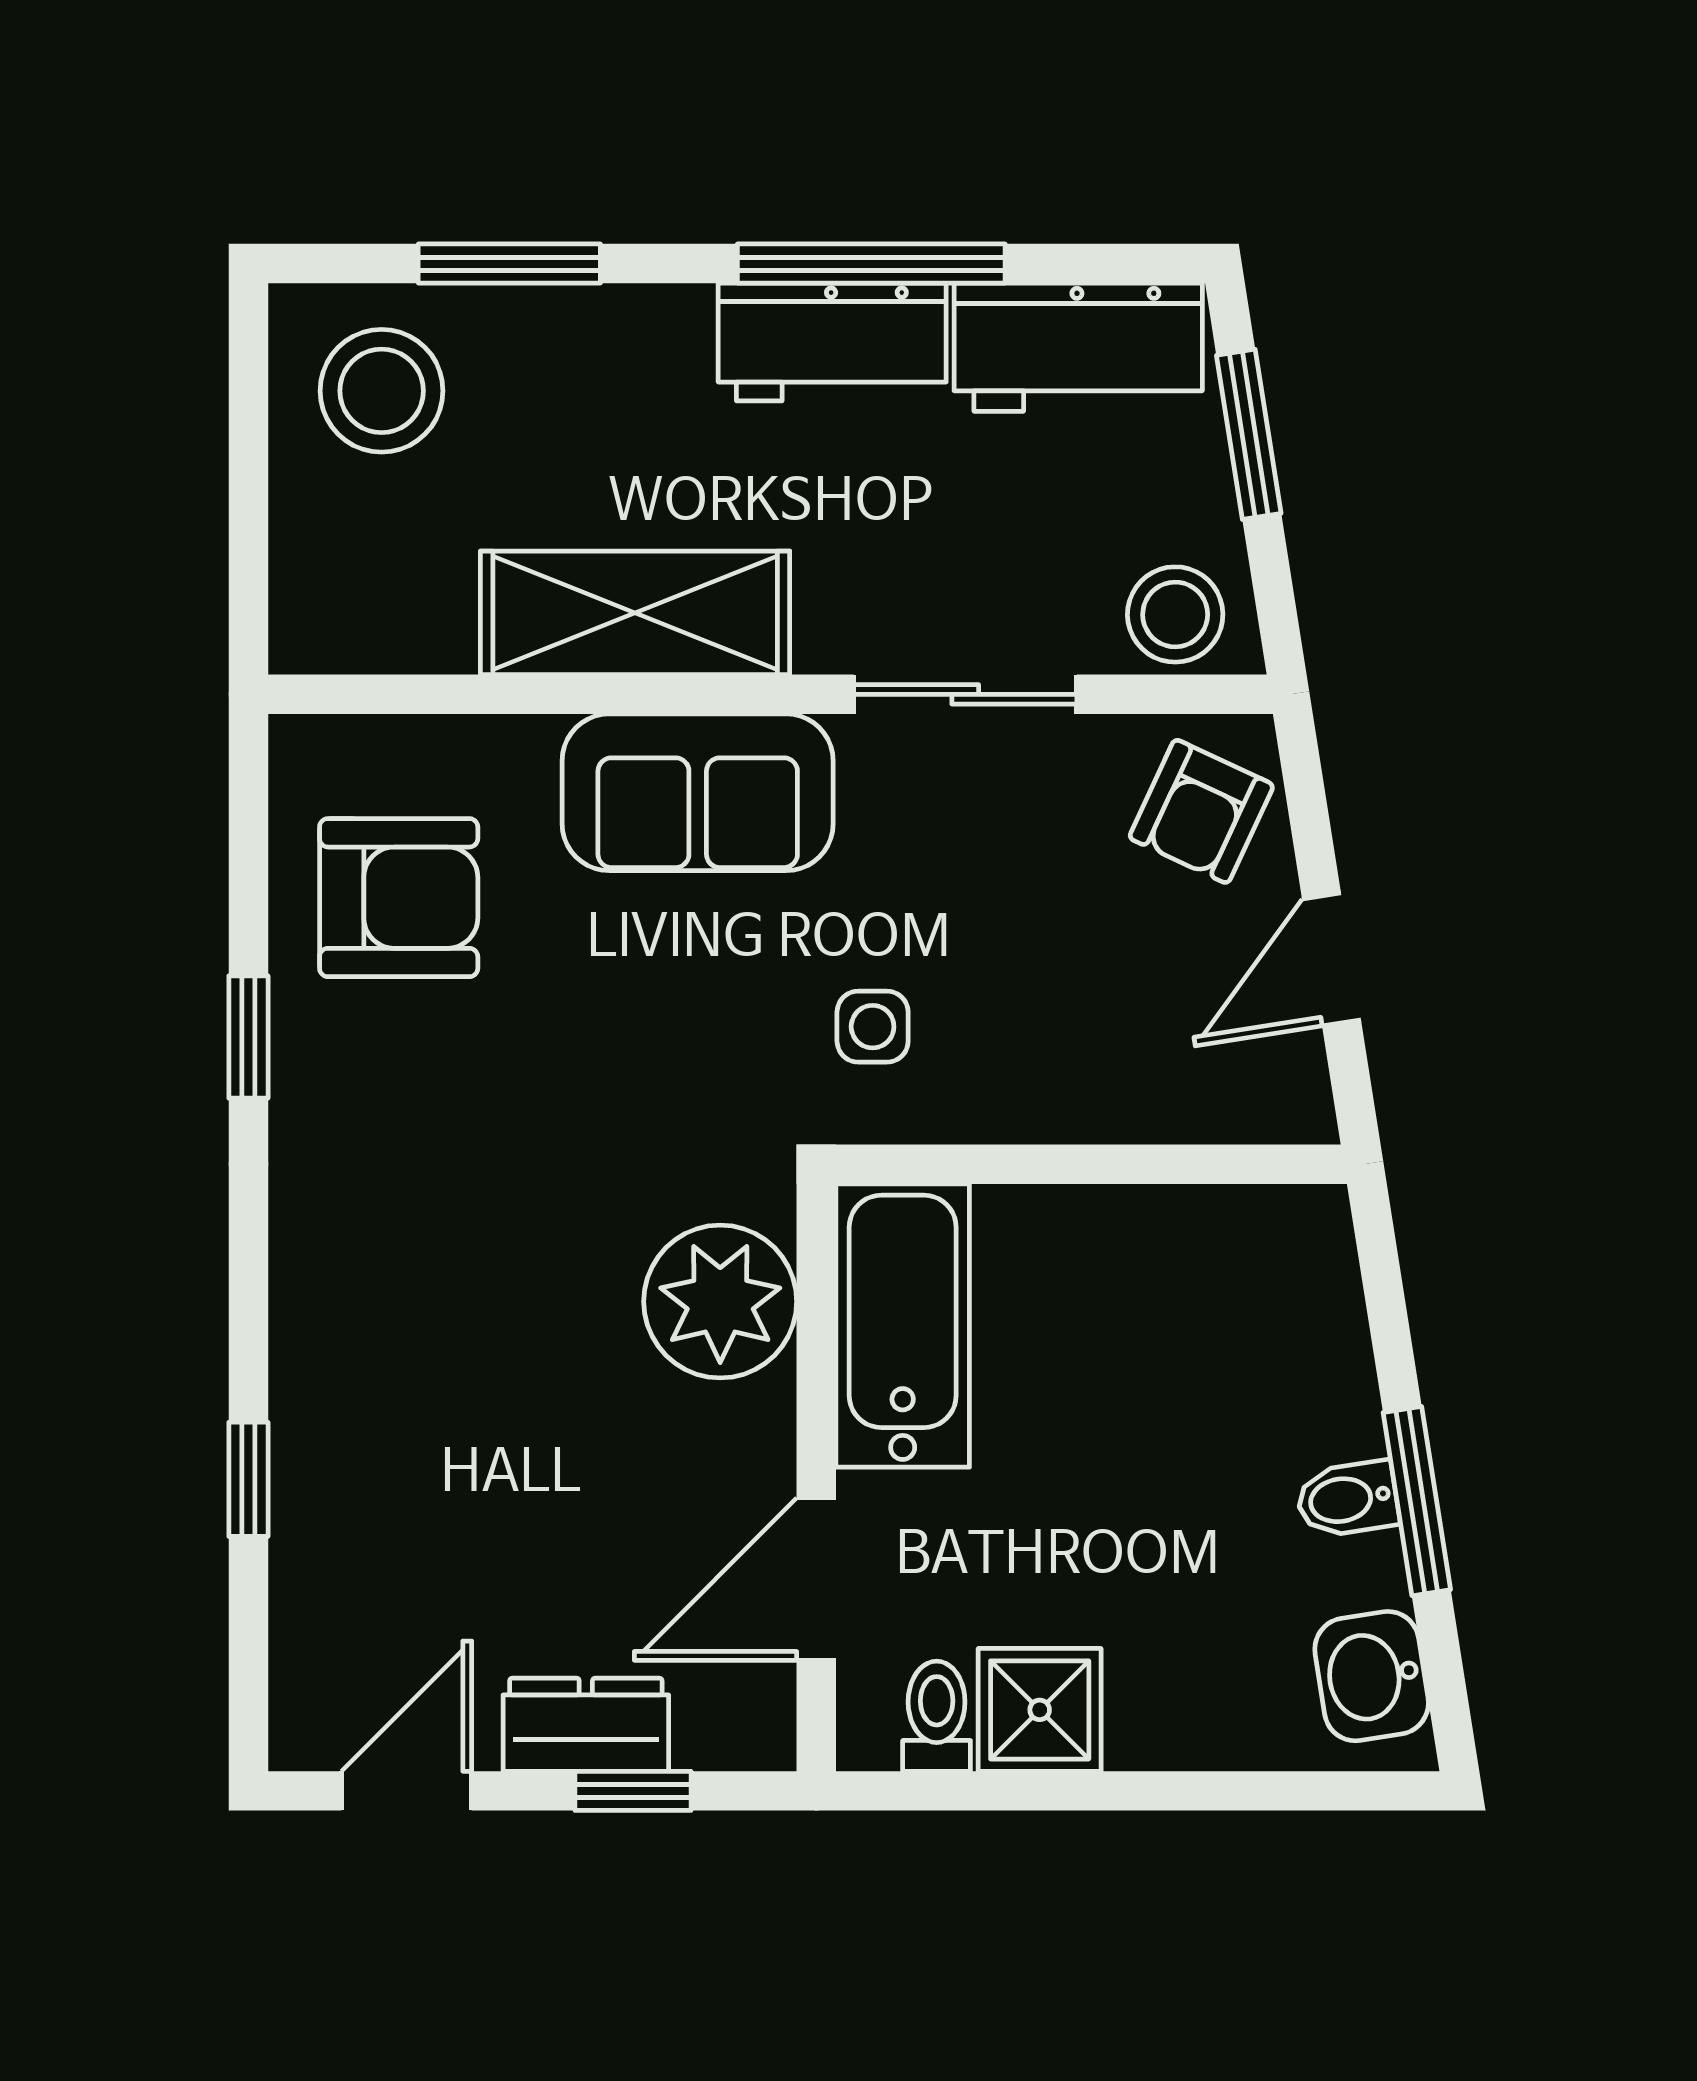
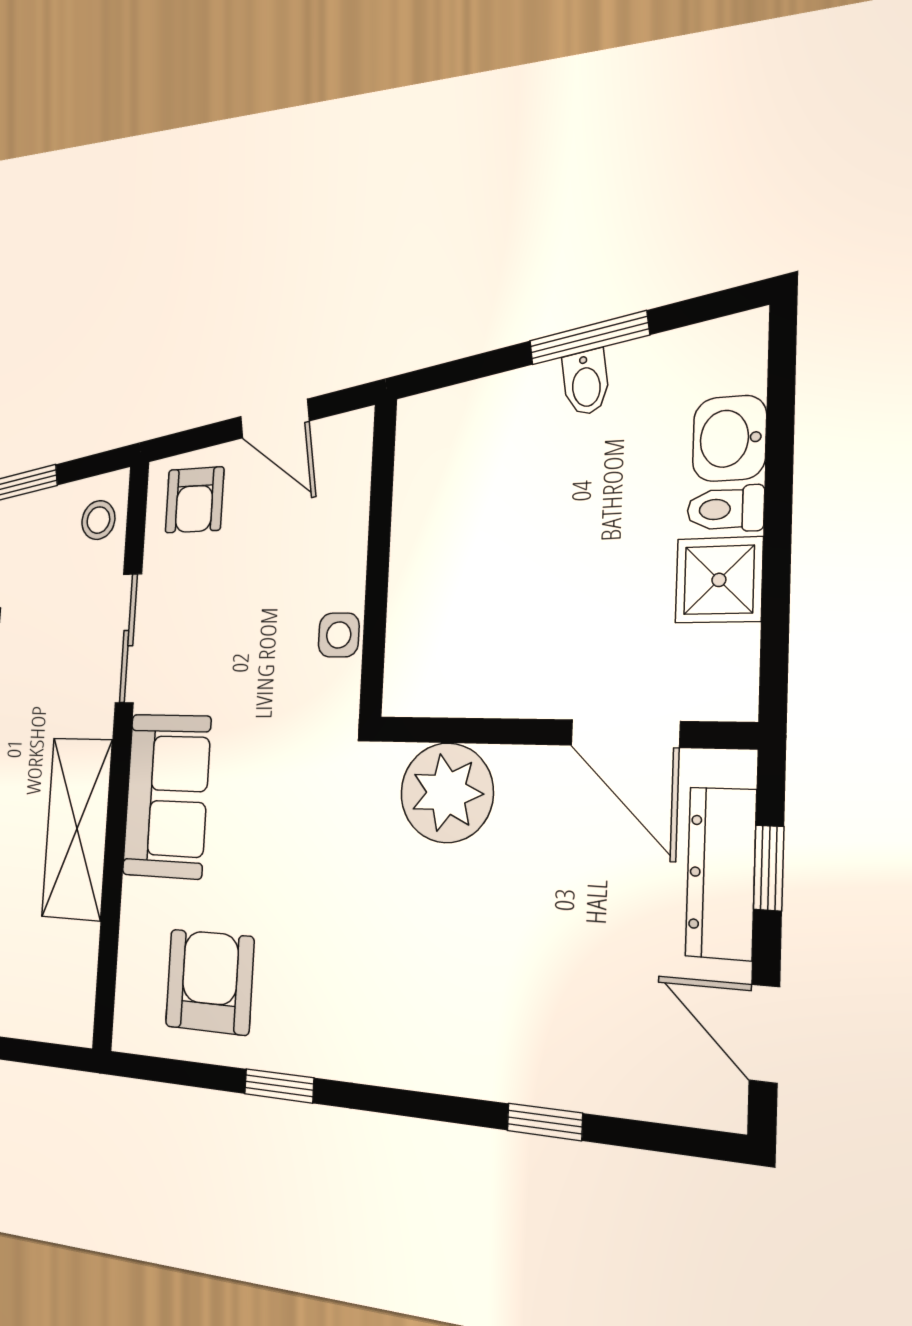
stool: (1175, 614) -> (98, 520), width x0.73, depth x0.73
armchair: (1201, 811) -> (194, 500), turned 65
side table: (873, 1027) -> (339, 635), moved
bathtub: (903, 1326) -> (467, 675), removed
washbasin: (1372, 1676) -> (729, 438), moved, turned 99
toilet: (937, 1716) -> (725, 509), moved
dresser: (586, 1725) -> (721, 873), width x1.44

